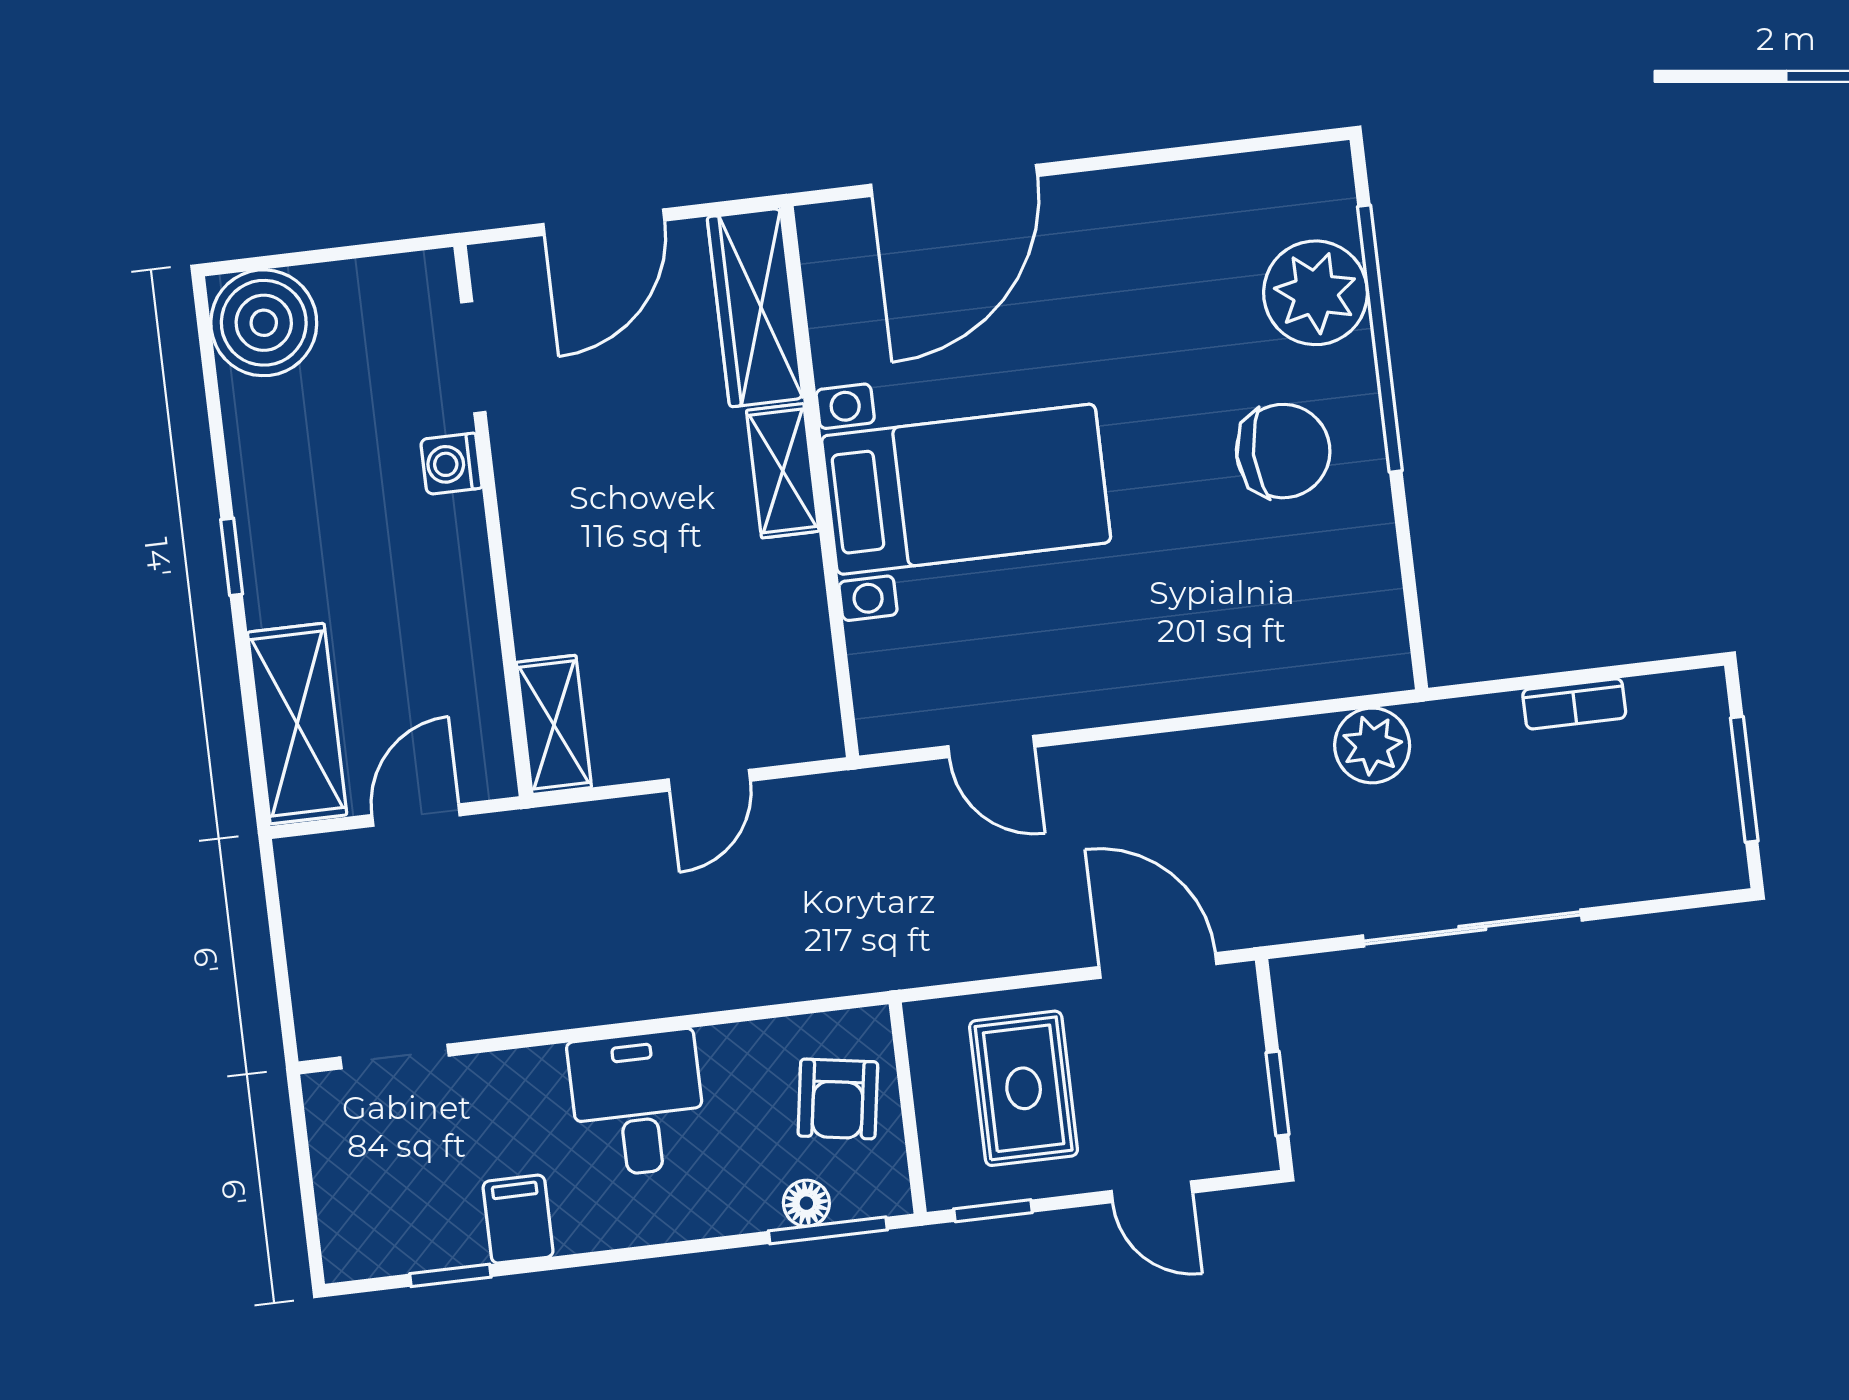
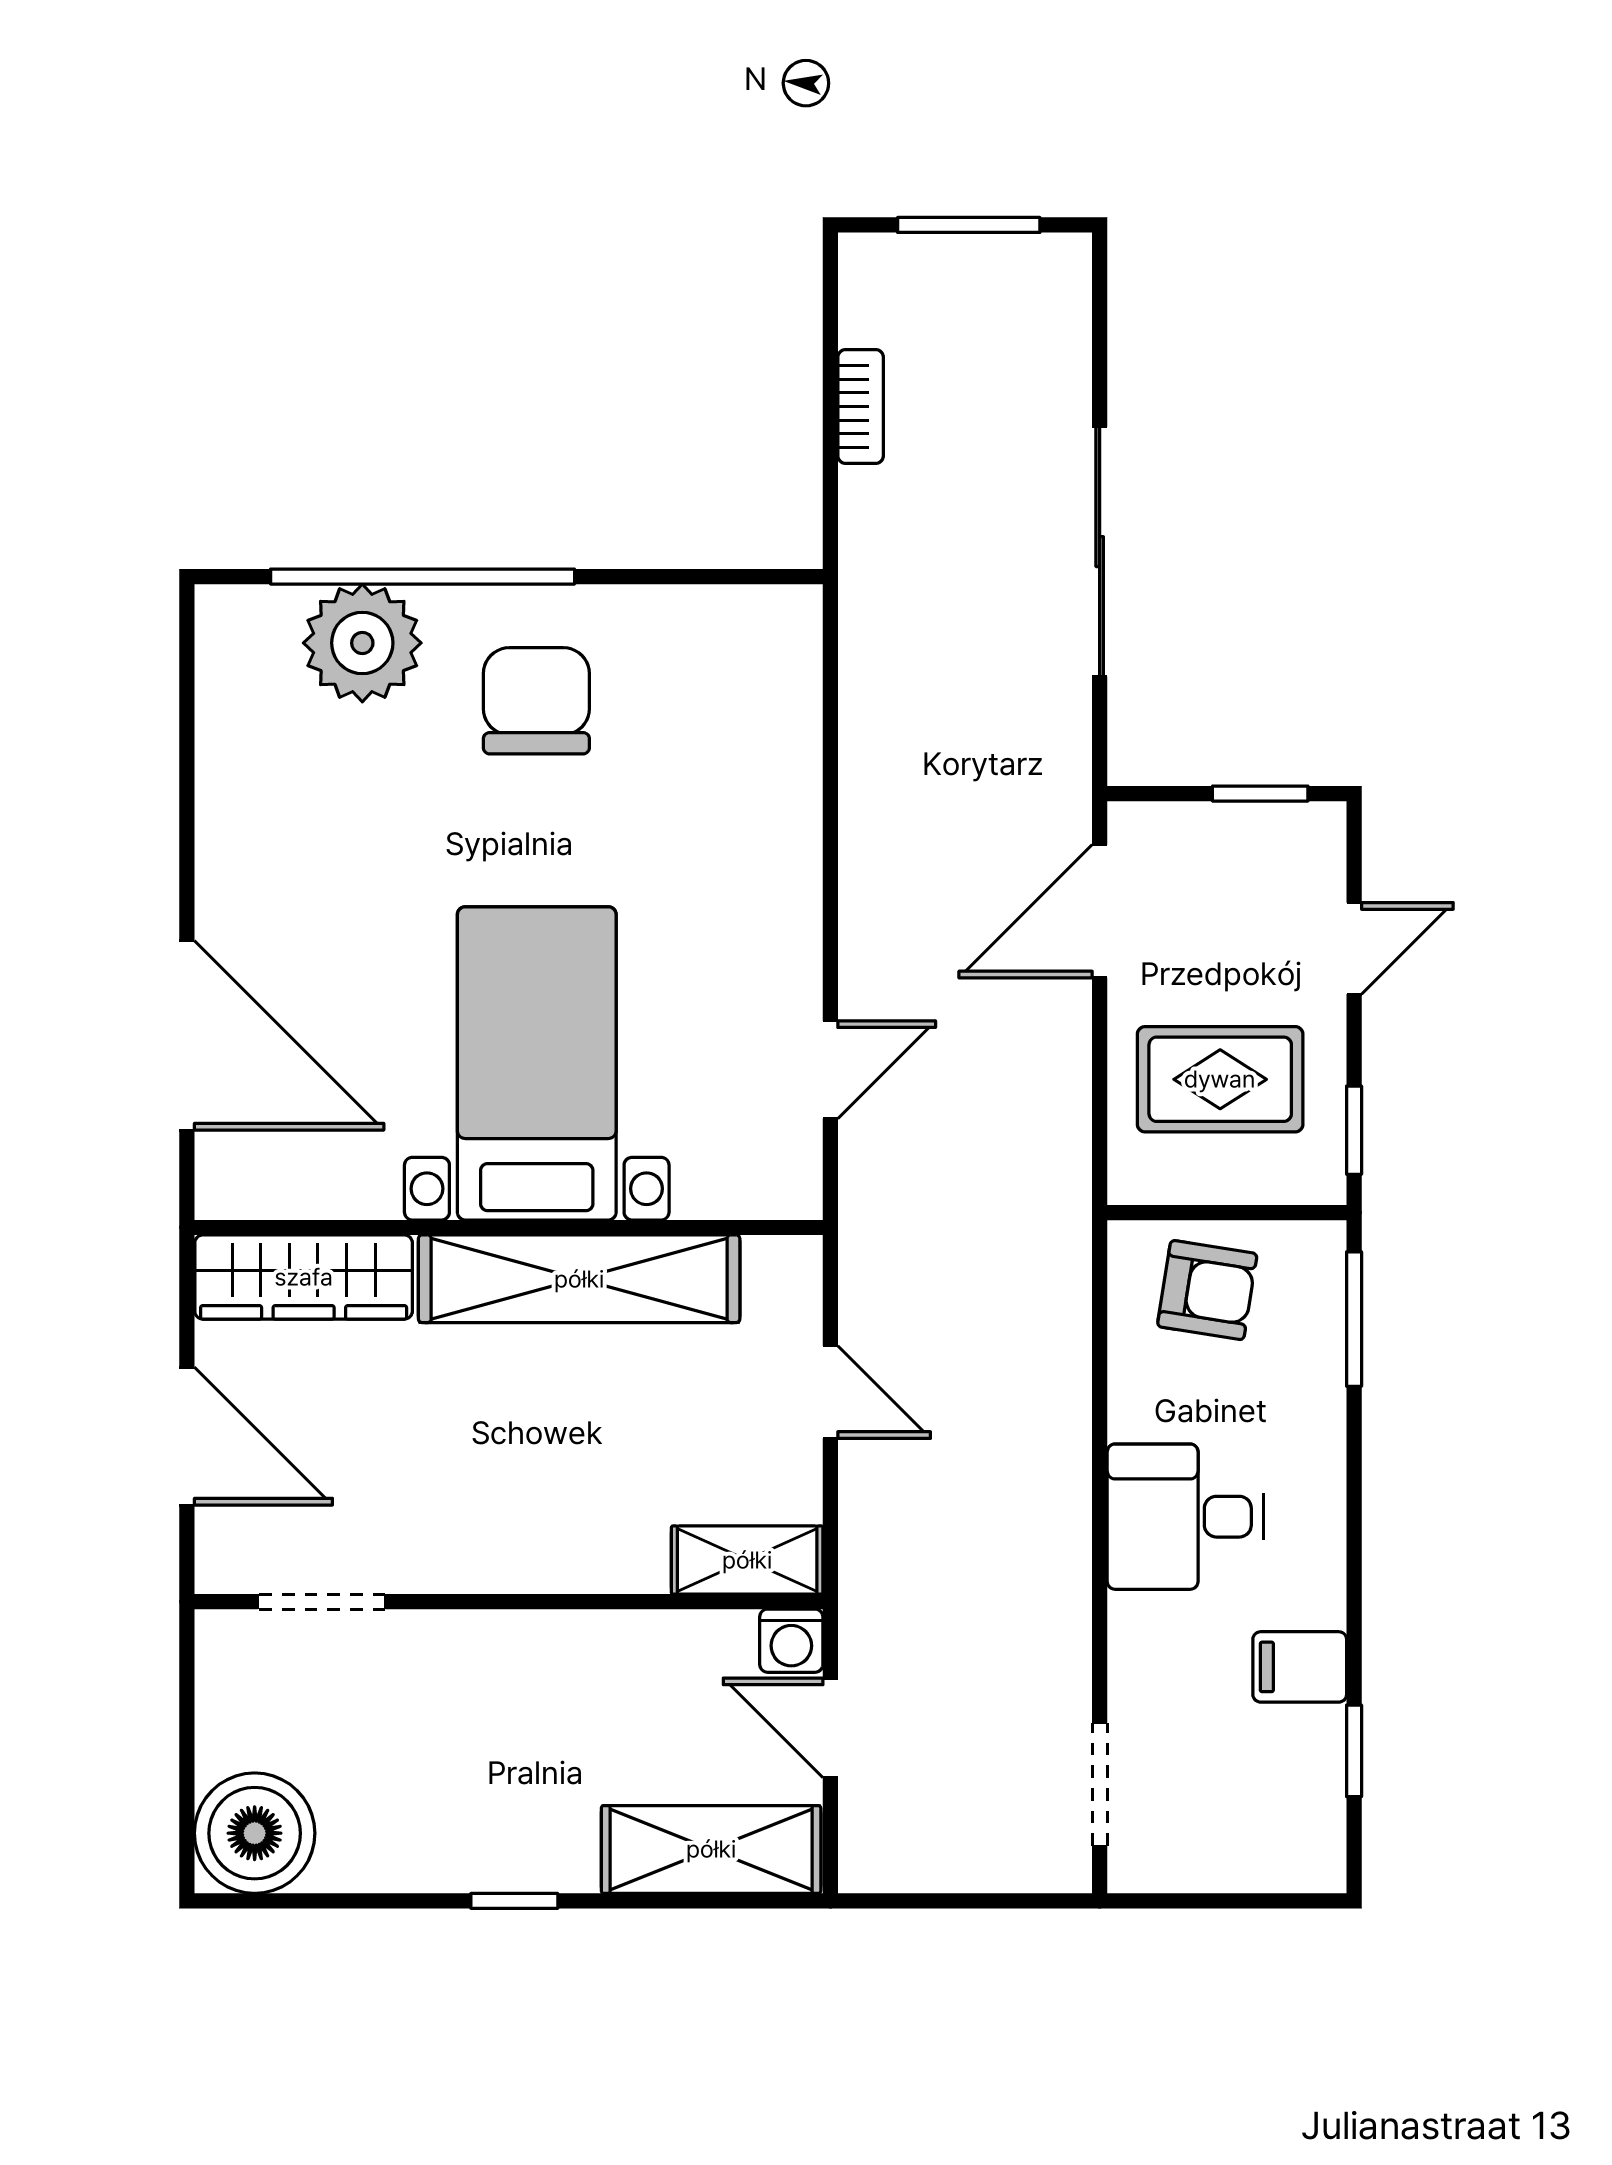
washing machine: (451, 464) -> (791, 1641), moved
shelving: (783, 471) -> (579, 1279), width x2.20, depth x1.33
plant: (1372, 745) -> (880, 640), removed
floor lamp: (806, 1203) -> (1321, 1340), removed

